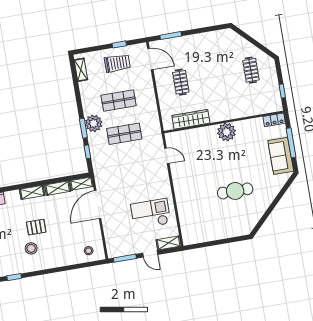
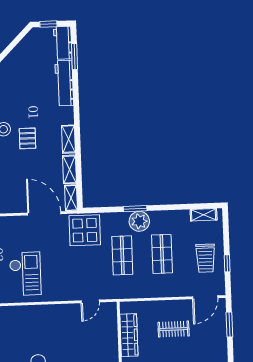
window: (87, 152) -> (107, 210), removed
display table: (107, 168) -> (85, 230), added

